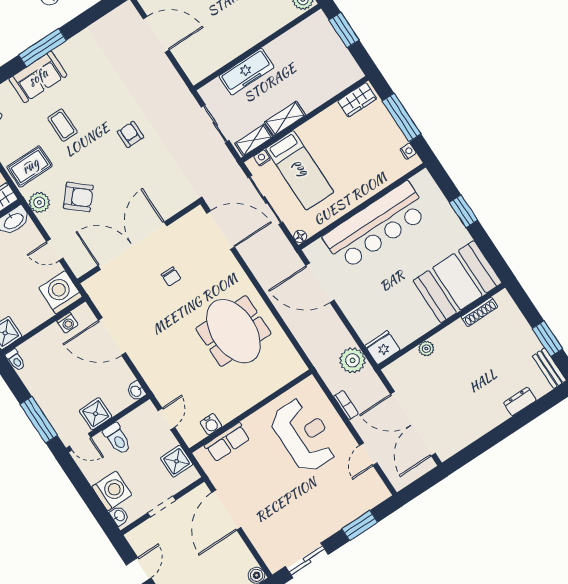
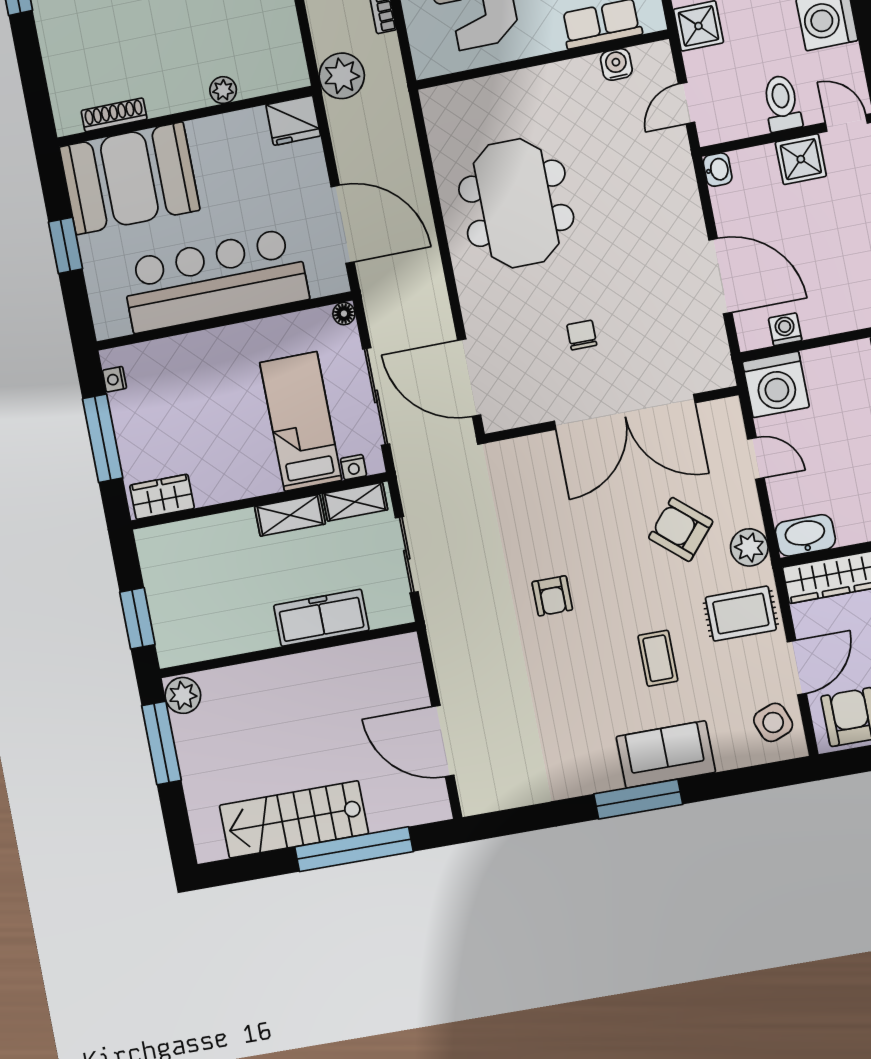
booth: (457, 282) -> (129, 178), moved
shoe rack: (479, 312) -> (114, 115), moved
wall: (441, 326) -> (184, 116), moved
fridge: (382, 348) -> (293, 120), moved
plant: (426, 349) -> (223, 90), moved

